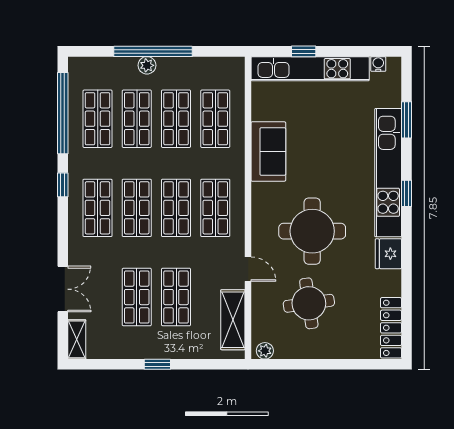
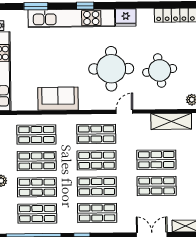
door: (248, 269) -> (124, 112), moved

